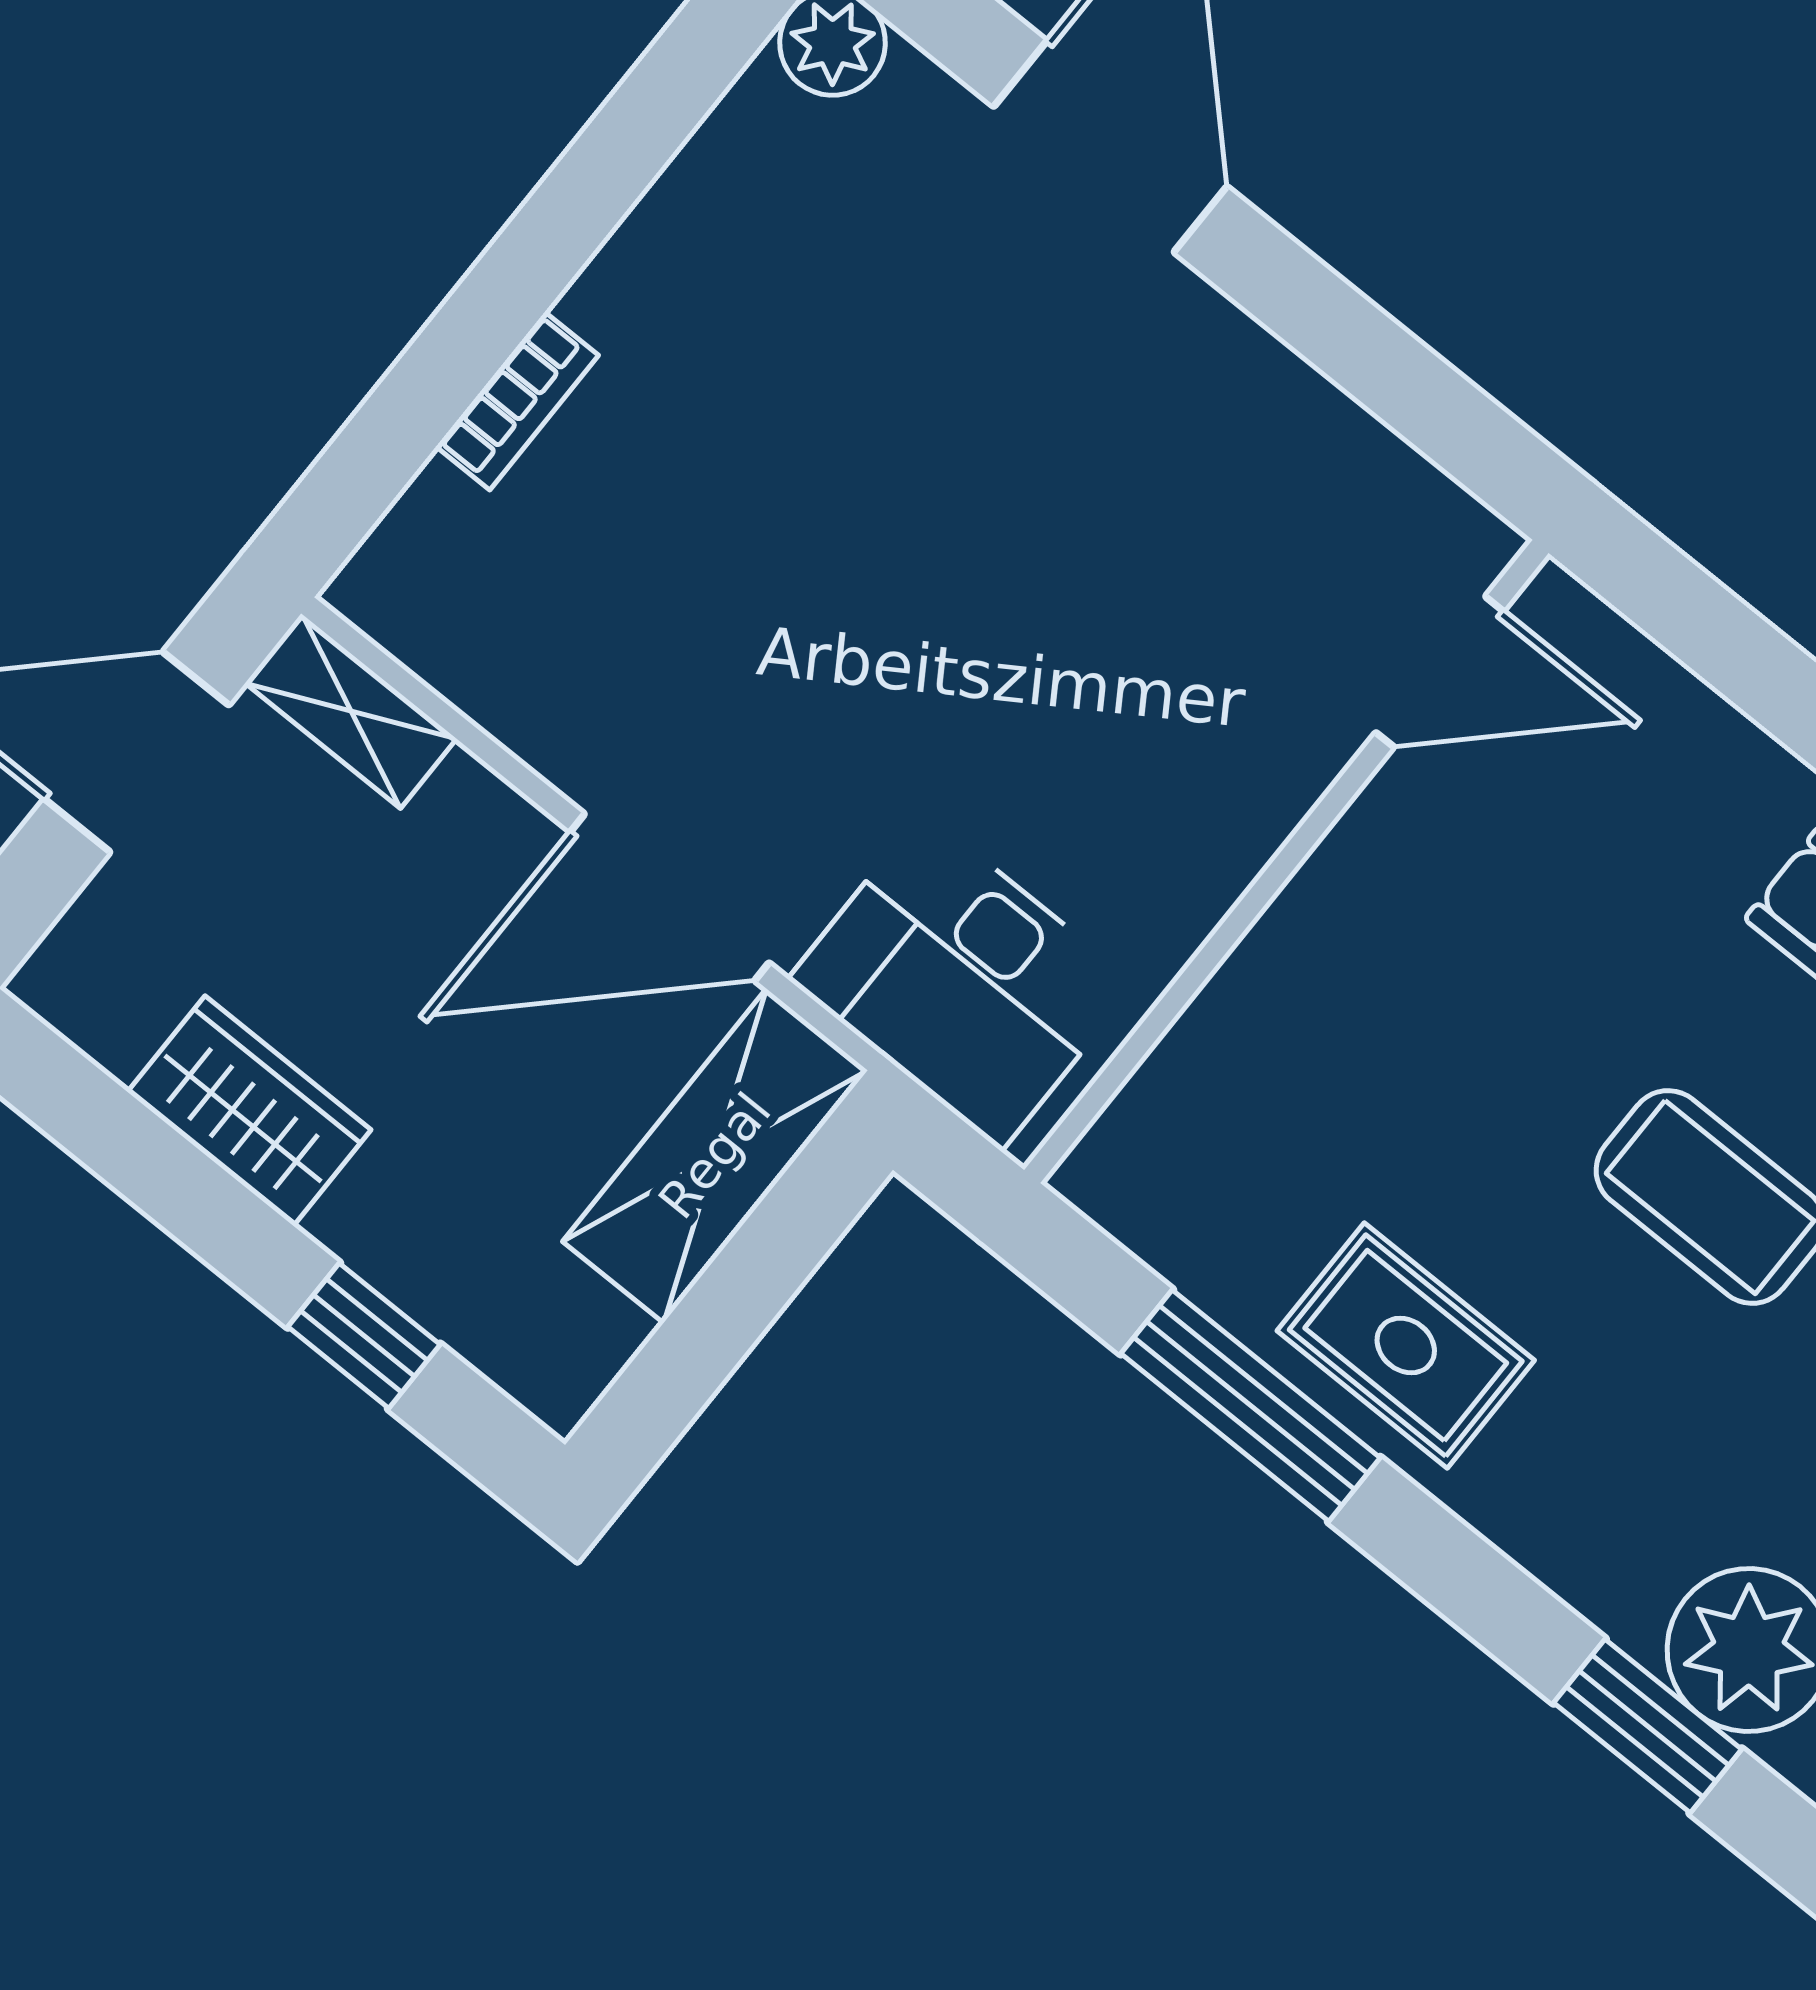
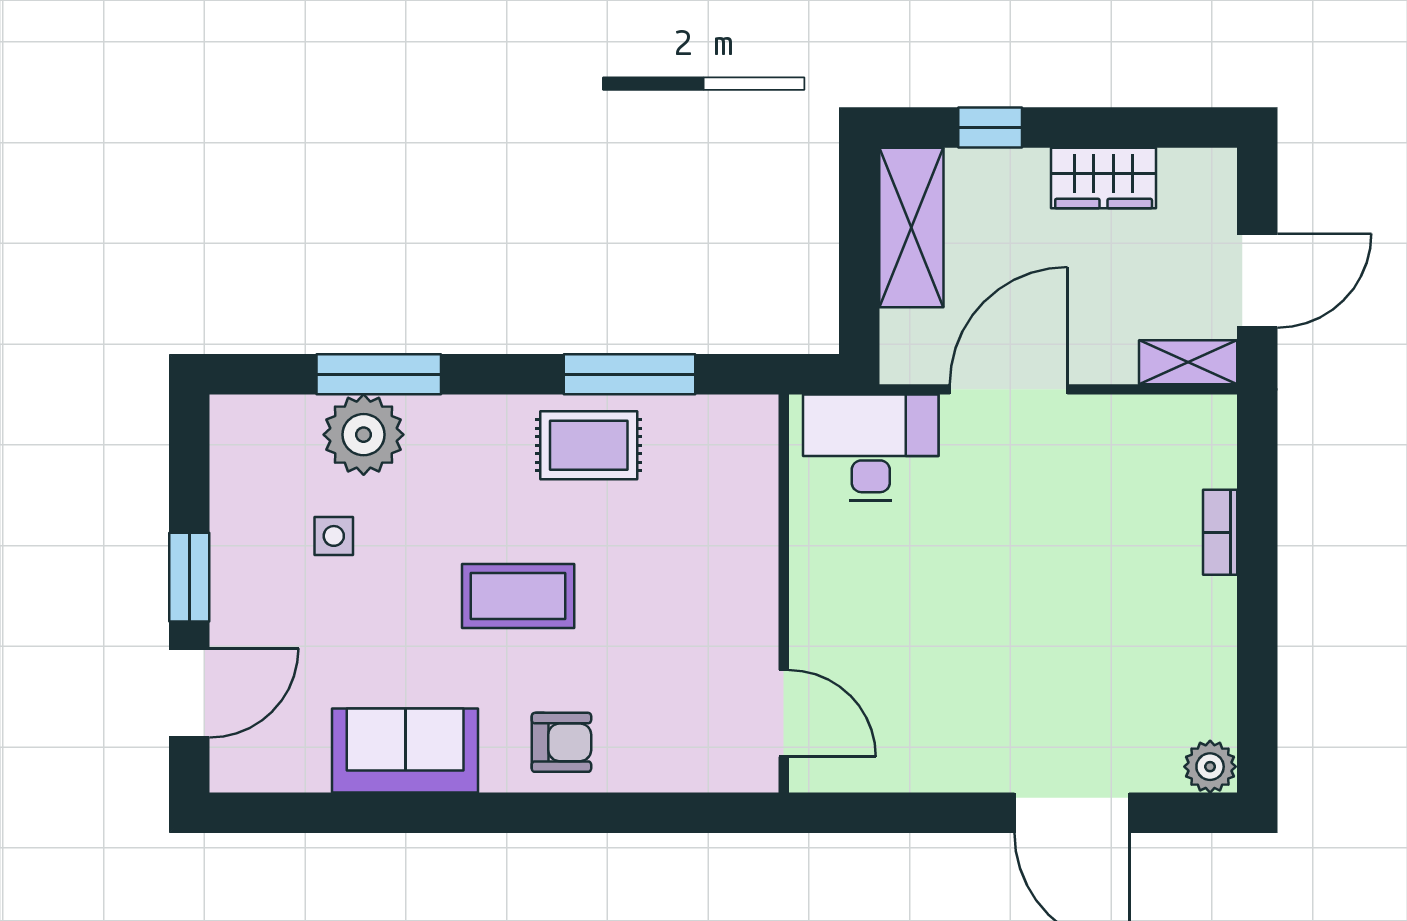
door: (1440, 672) -> (784, 713), swing flipped
shelving: (715, 1156) -> (911, 227), moved
window: (1648, 1726) -> (379, 374), width x1.44

